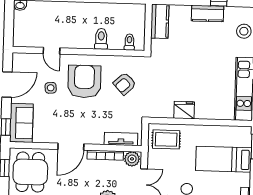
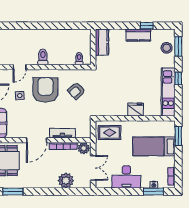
toilet: (101, 39) -> (43, 57), moved
door: (52, 51) -> (20, 67), hinge flipped
fridge: (184, 110) -> (136, 110), moved
tv unit: (121, 139) -> (62, 133), moved

